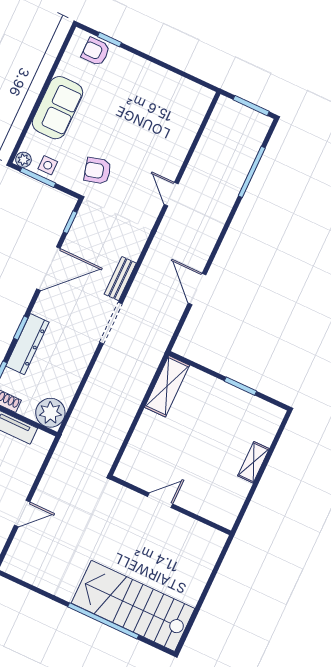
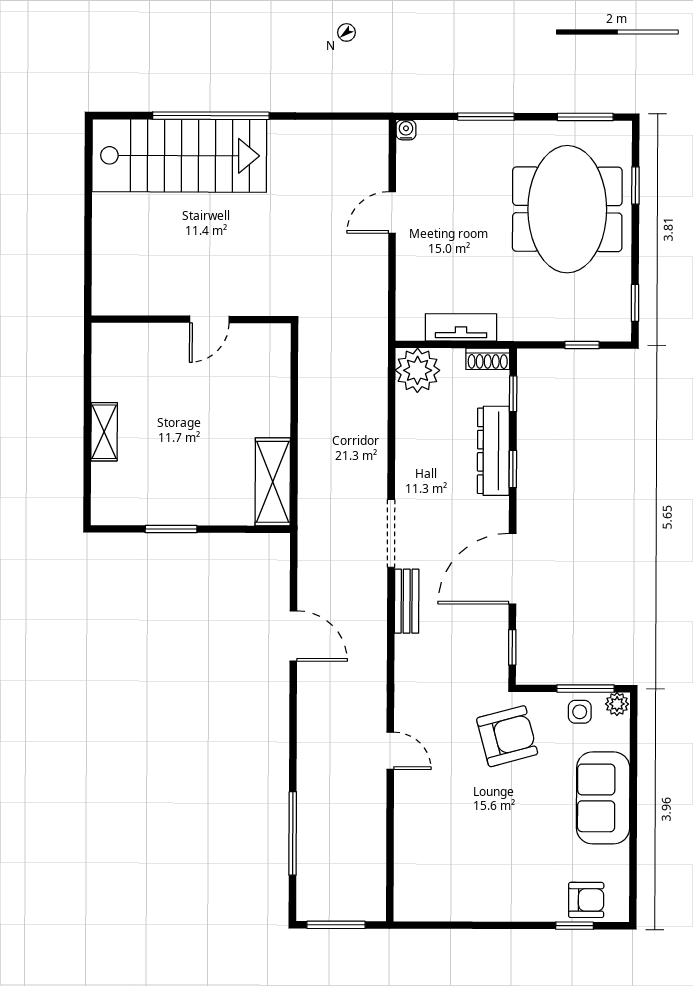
armchair: (98, 171) -> (507, 736), width x1.38, depth x1.38

